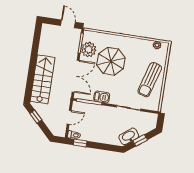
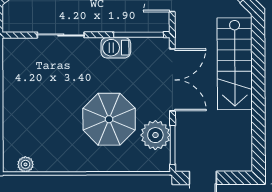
double door: (76, 76) -> (172, 80), swing flipped
sun lounger: (150, 80) -> (29, 96), removed

